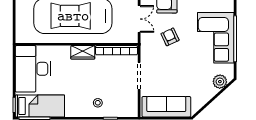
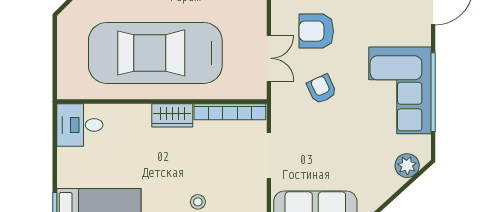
desk: (33, 69) -> (80, 125), width x0.53, depth x0.77

